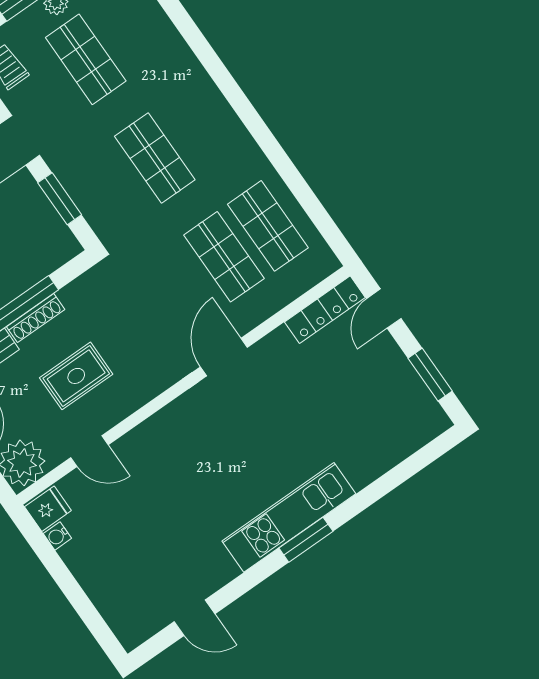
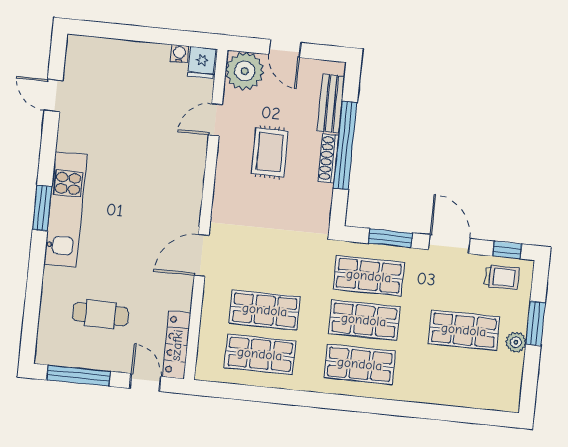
shop shelf: (199, 127) -> (360, 364), added
shop shelf: (111, 189) -> (369, 276), added
door: (224, 357) -> (202, 255), swing flipped
window: (430, 375) -> (79, 376), width x1.44
cafe table: (357, 403) -> (100, 314), added
door: (195, 618) -> (54, 96), hinge flipped

